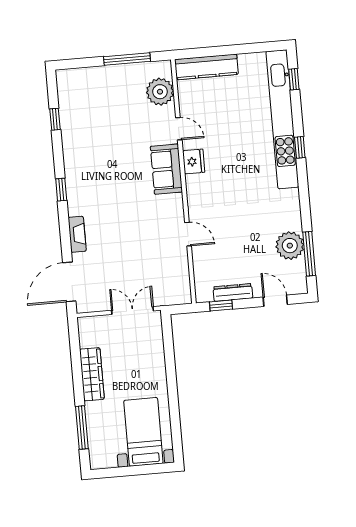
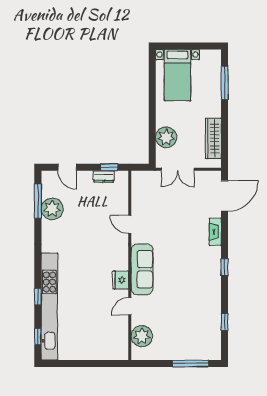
window: (127, 59) -> (191, 363), moved
kitchen counter: (206, 67) -> (104, 352), removed
door: (179, 129) -> (130, 306), hinge flipped
window: (300, 147) -> (38, 297), moved
sofa: (166, 169) -> (142, 269), width x1.36
dresser: (233, 292) -> (104, 177), width x0.70
plant: (151, 351) -> (166, 137), added
wardrobe: (92, 374) -> (213, 138), moved

